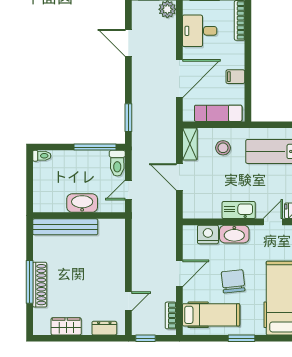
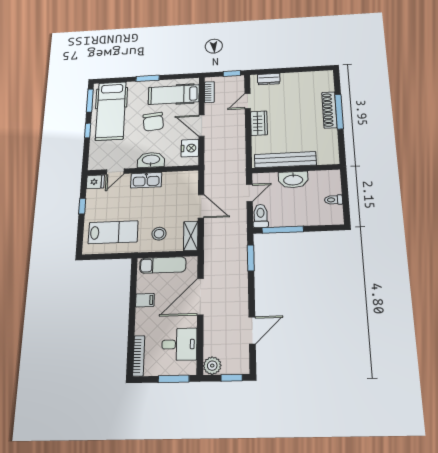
door: (128, 43) -> (252, 330), hinge flipped
toilet: (42, 156) -> (333, 200), moved
bench: (65, 227) -> (285, 160), moved
nightstand: (208, 234) -> (190, 148), moved, turned -90
door: (179, 273) -> (202, 126), hinge flipped
wardrobe: (66, 326) -> (259, 123), moved, turned -90

